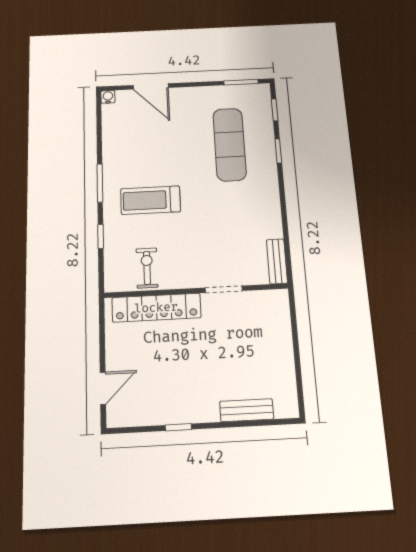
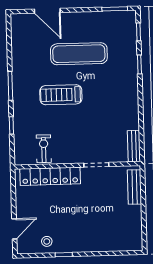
water cooler: (108, 97) -> (15, 19), removed
exercise mat: (230, 144) -> (79, 54), moved, turned 90
treadmill: (151, 200) -> (61, 95), moved
stool: (152, 407) -> (47, 241), added
bench: (247, 410) -> (134, 187), moved, turned 90

